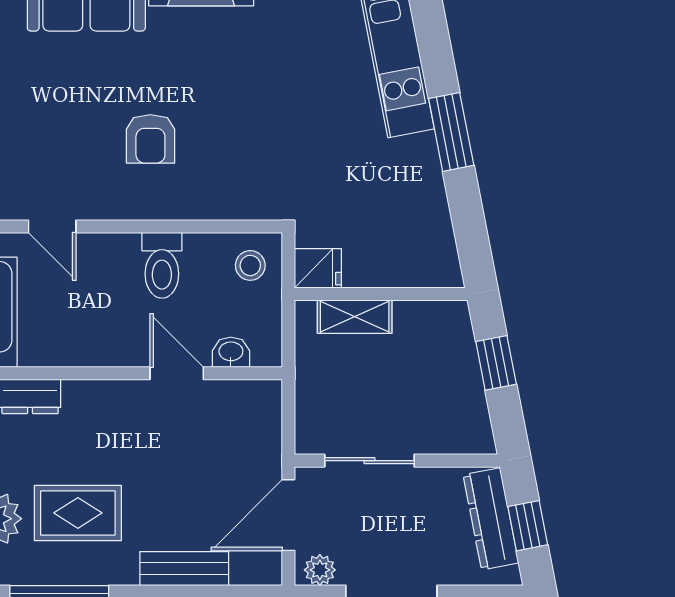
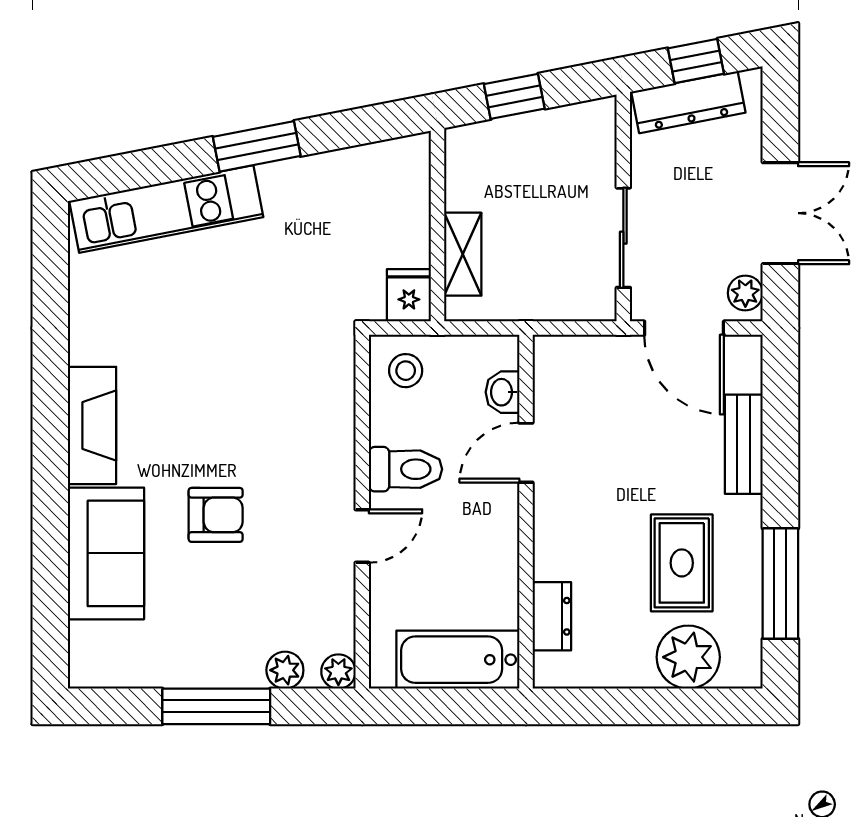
armchair: (150, 139) -> (216, 515), moved
door: (52, 227) -> (362, 536), moved

